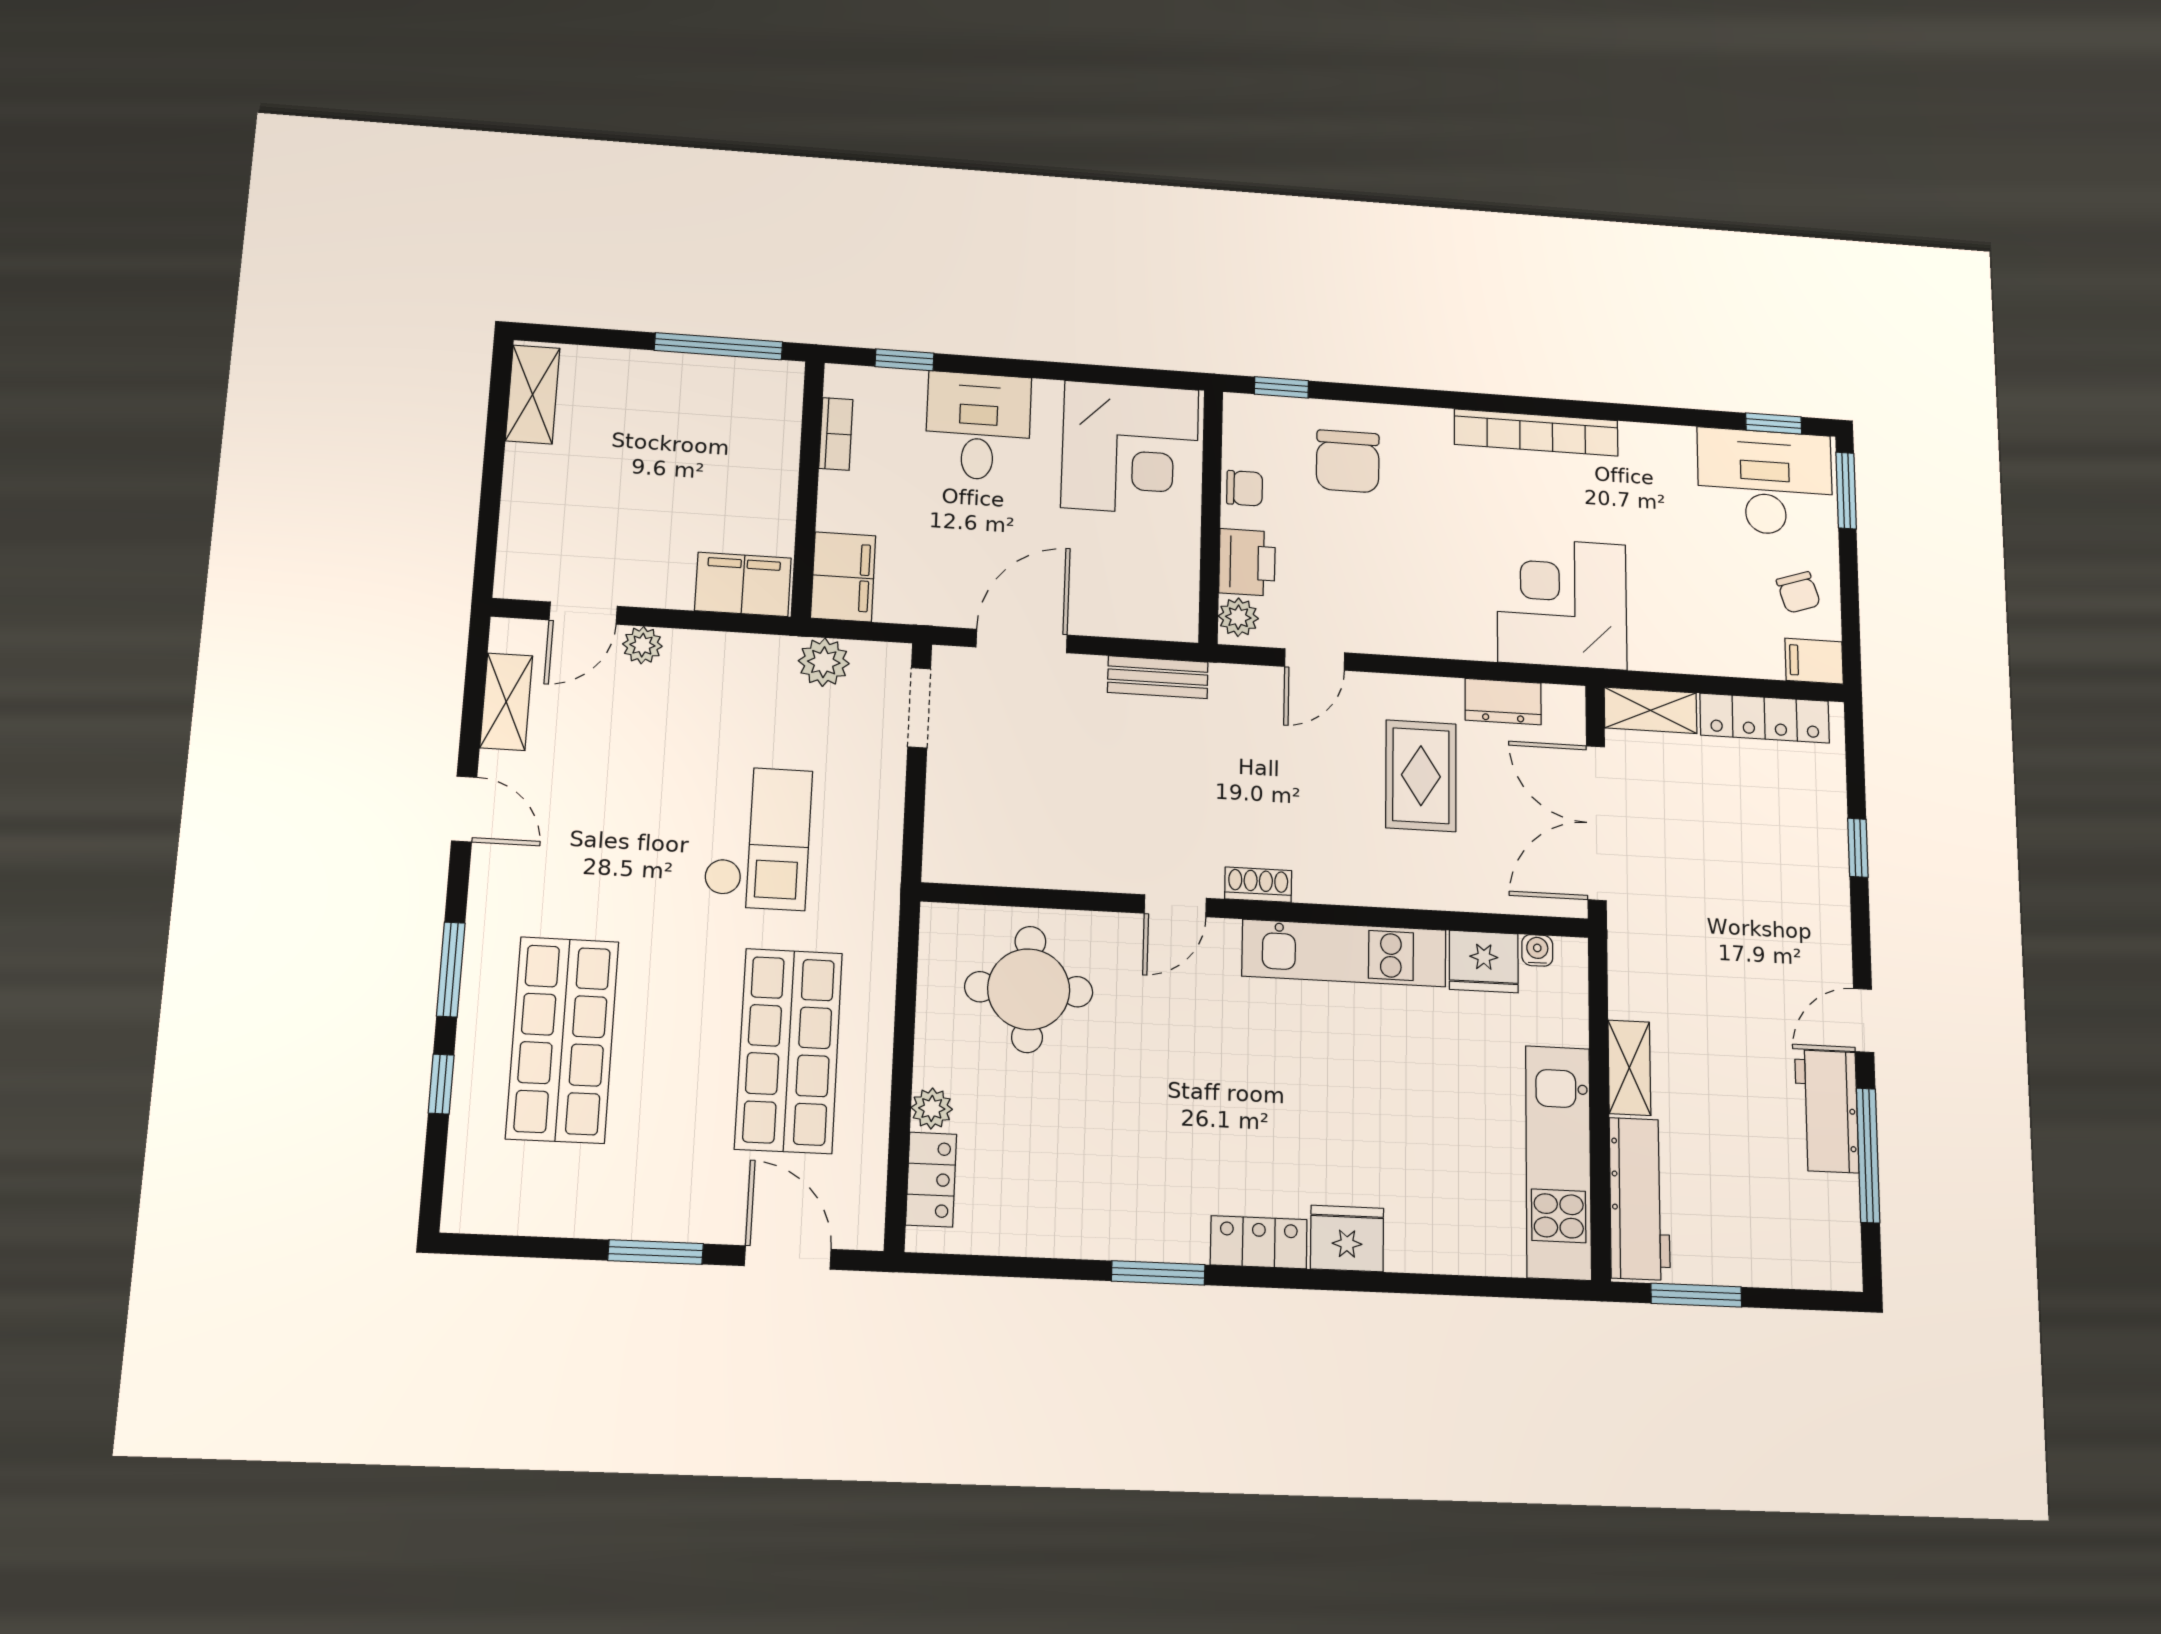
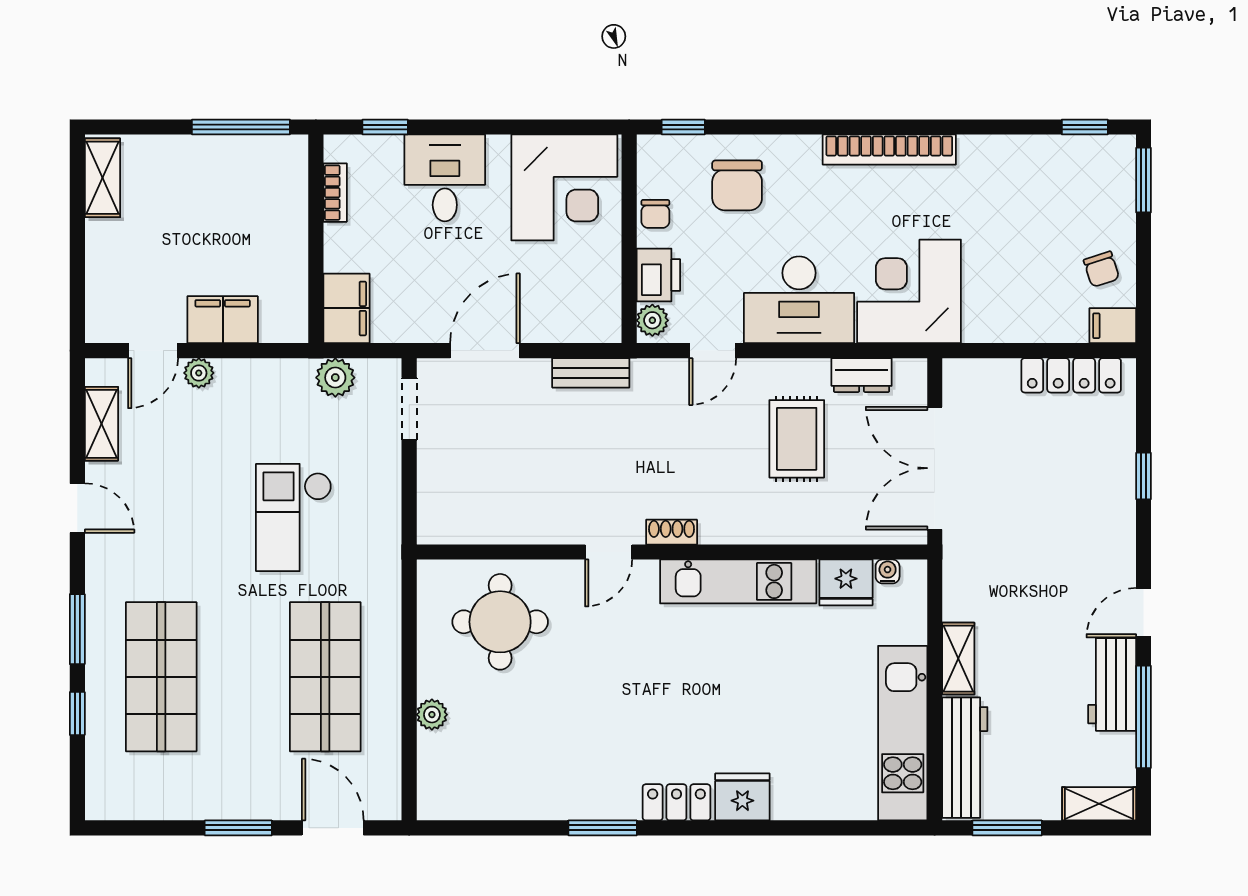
desk: (1765, 482) -> (799, 300), moved, turned 180
chair: (1245, 488) -> (655, 214), turned 90
filing cabinet: (743, 584) -> (223, 320), moved
shelving: (1651, 710) -> (1099, 804), moved
checkout: (758, 838) -> (294, 517), turned 180
locker: (931, 1180) -> (434, 767), removed

